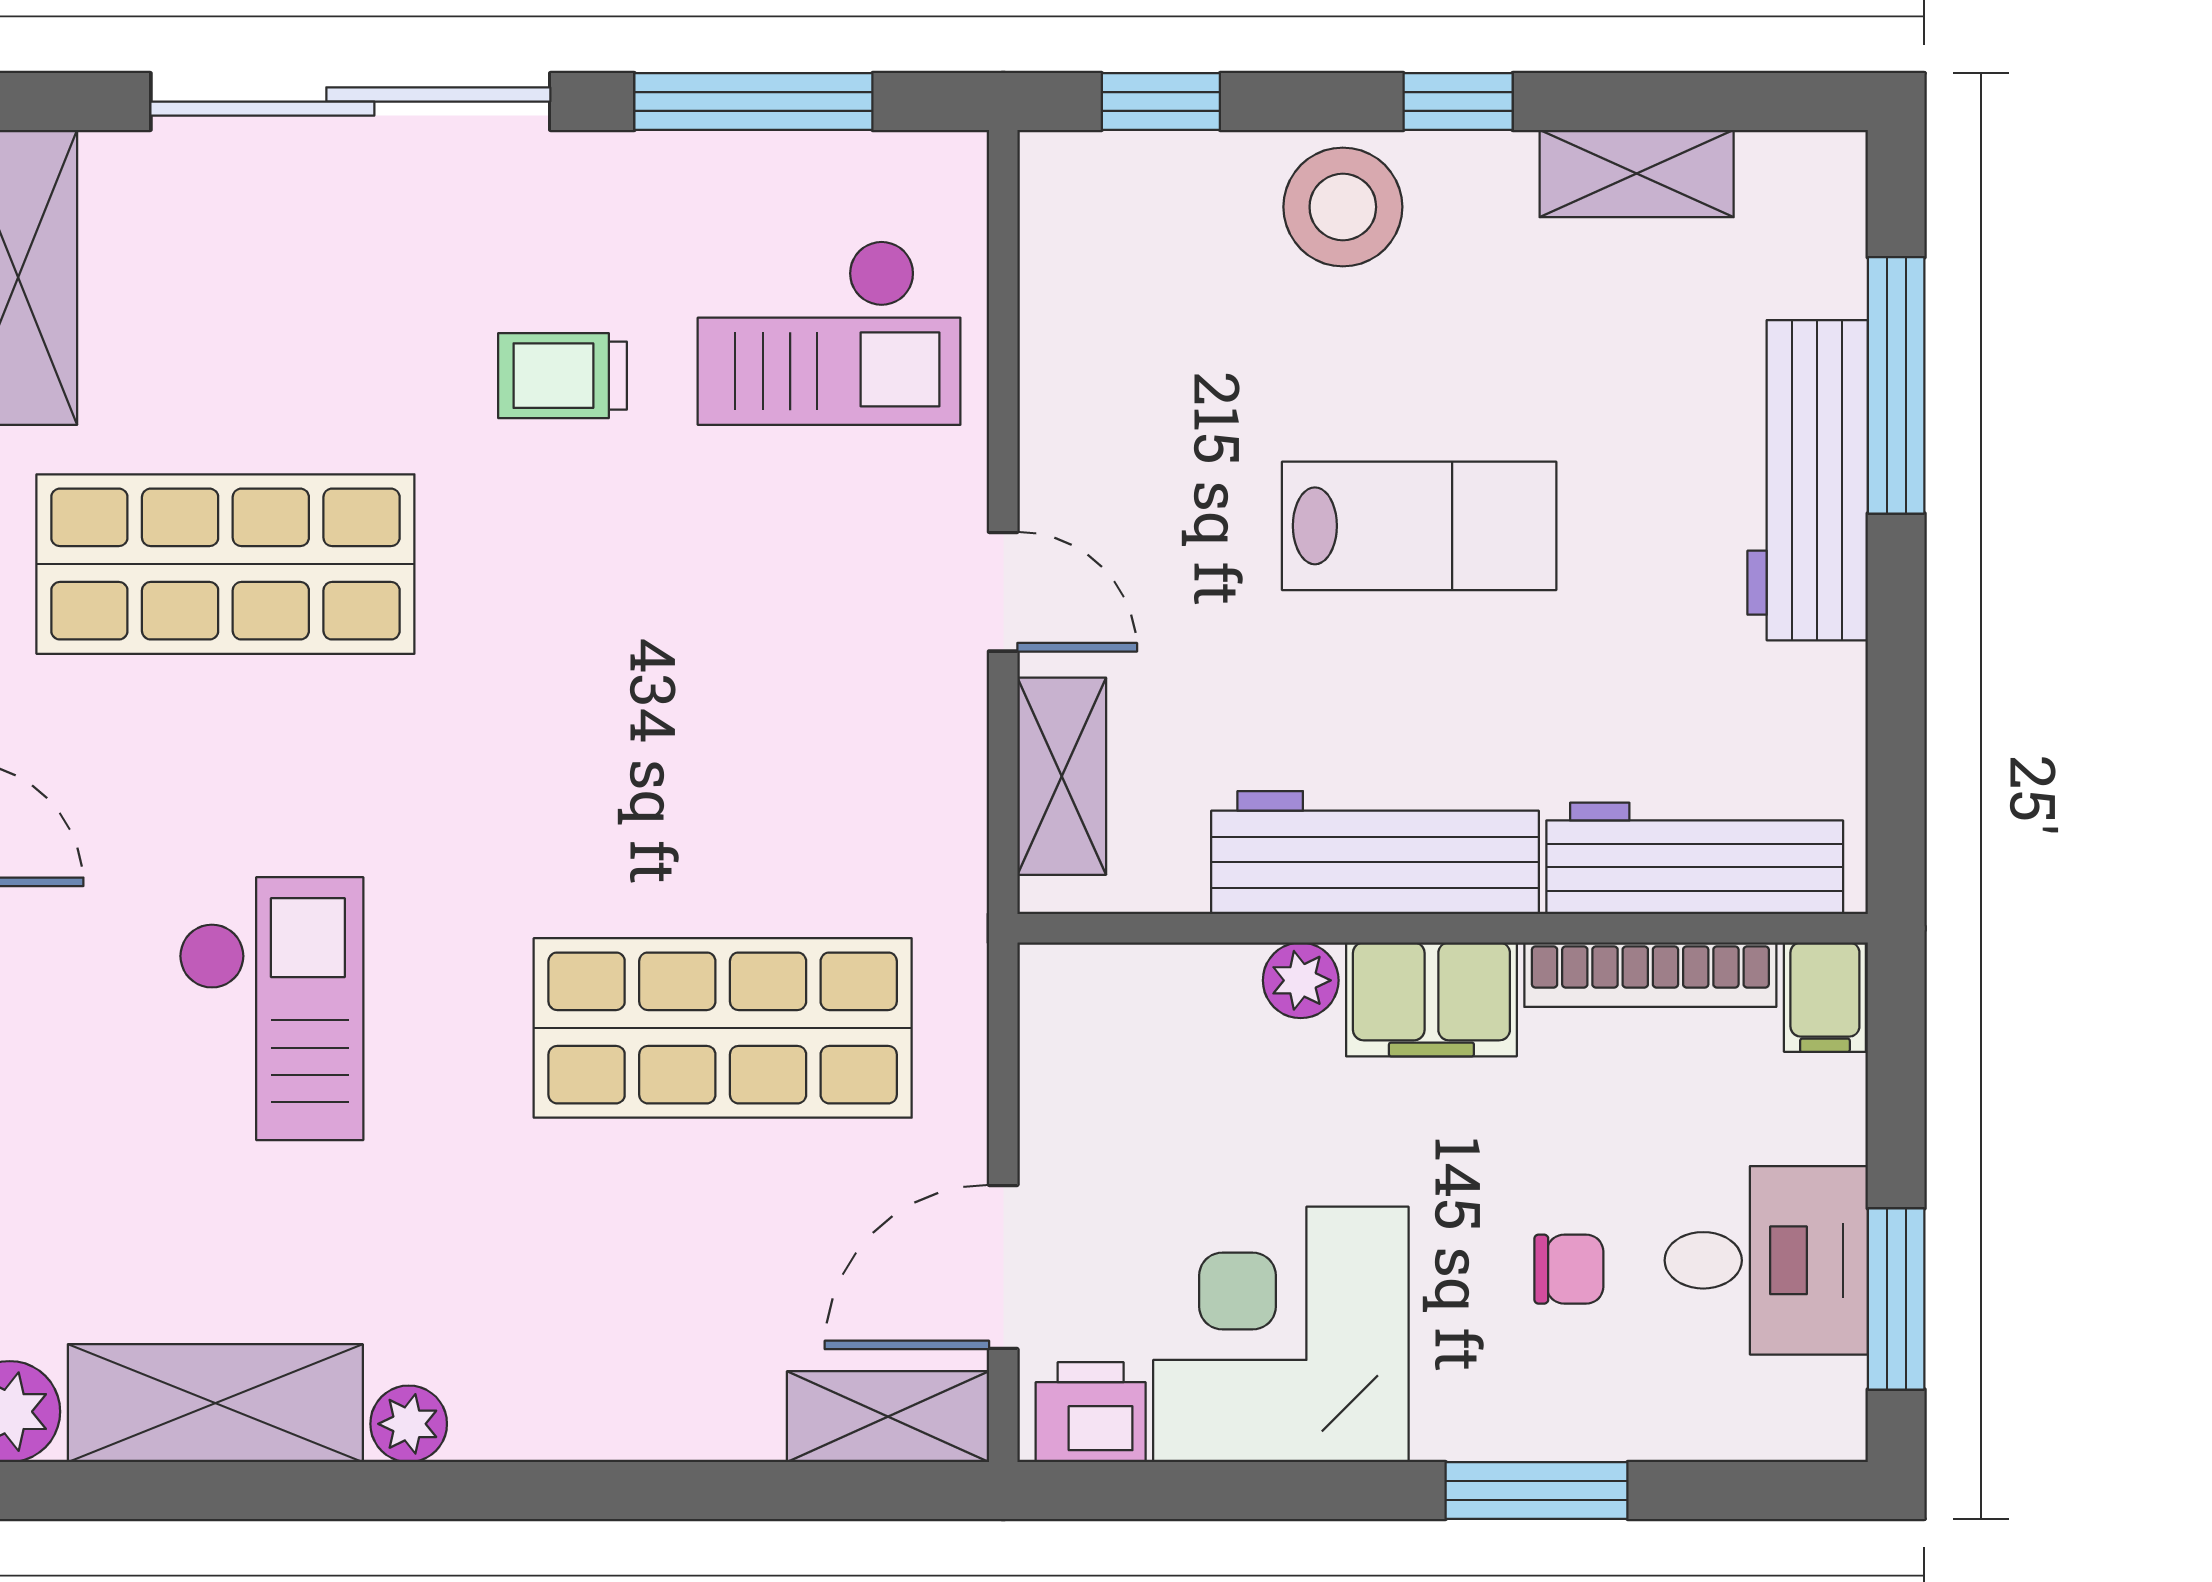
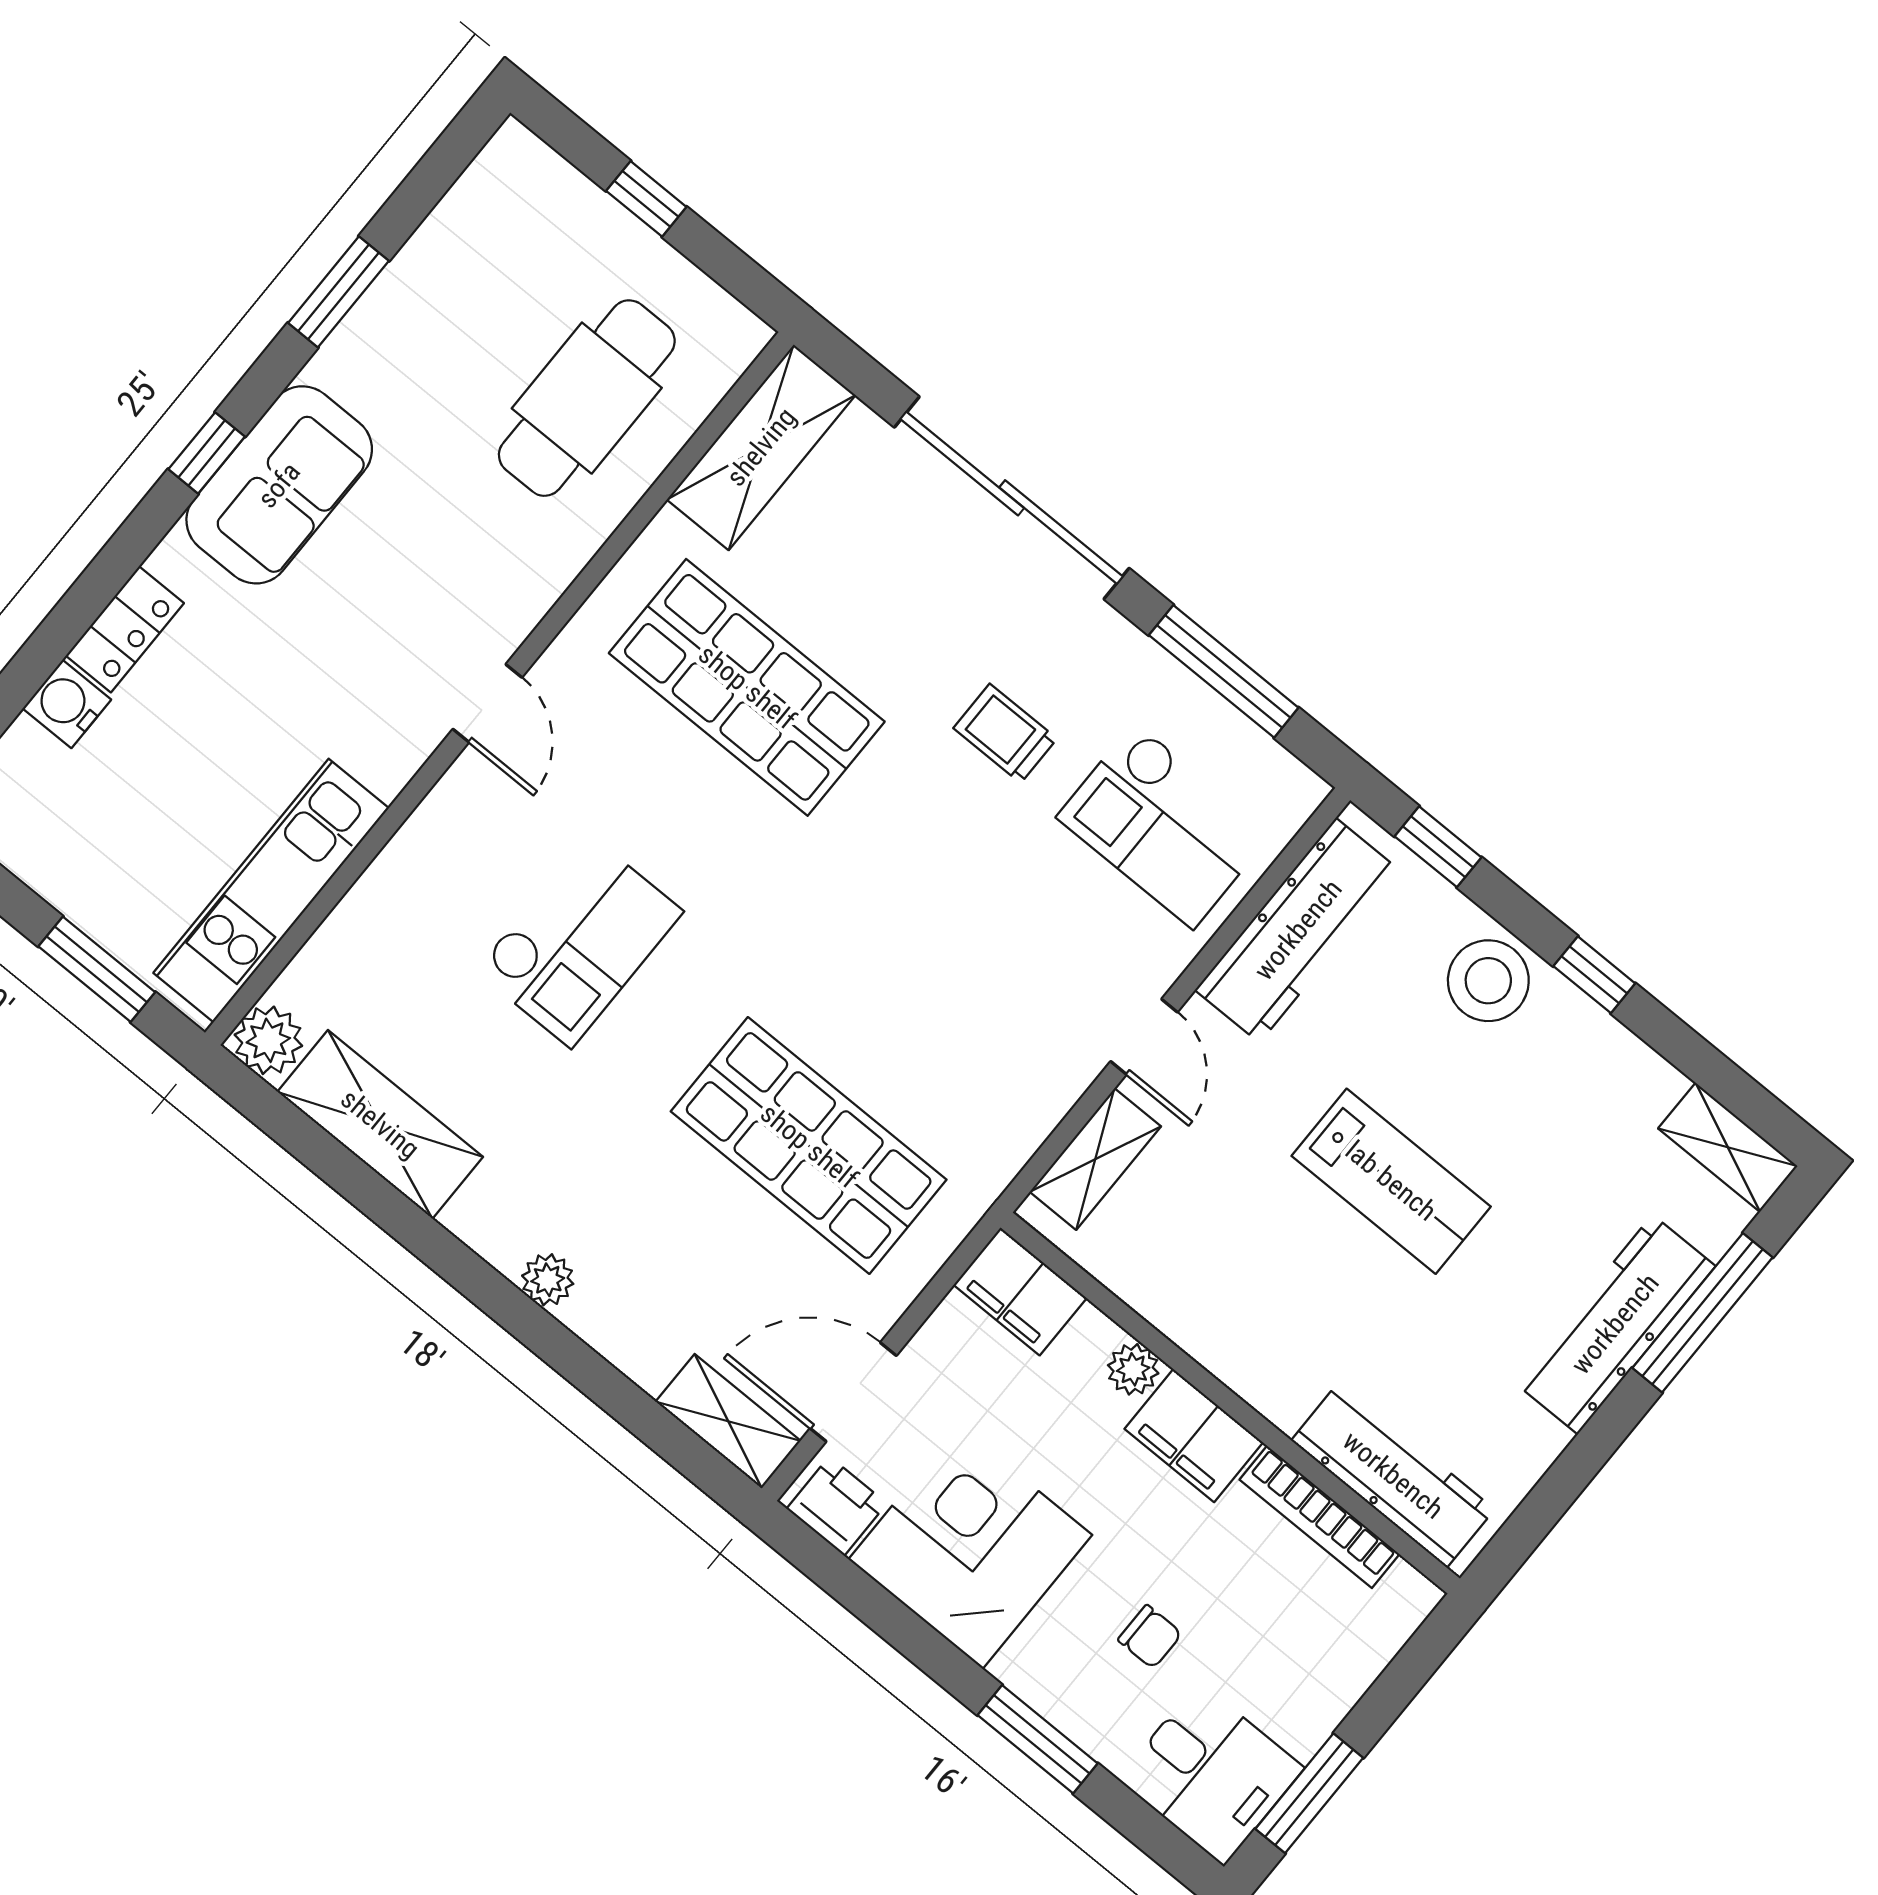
shelving: (1637, 174) -> (1728, 1147), moved
workbench: (1375, 853) -> (1298, 930), moved, turned 90
filing cabinet: (1825, 997) -> (1020, 1292), moved, width x2.00
desk: (1766, 1260) -> (1211, 1774), moved
plant: (409, 1424) -> (548, 1280), moved

